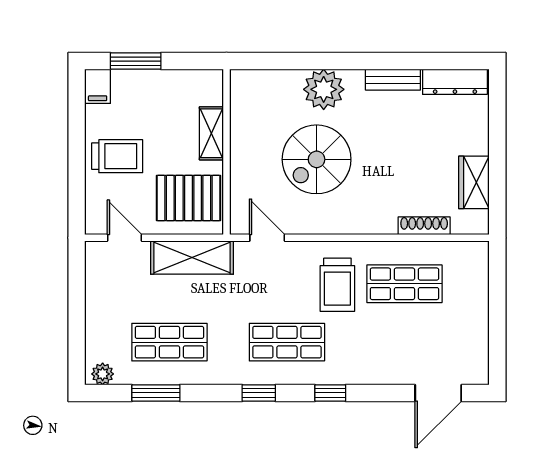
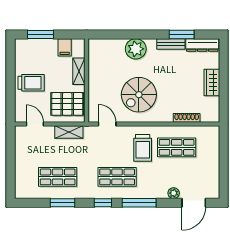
window: (414, 61) -> (182, 35), added
filing cabinet: (98, 86) -> (65, 47), moved
spiral stairs: (317, 159) -> (139, 95), moved
wardrobe: (474, 182) -> (212, 82), moved
shelving: (192, 258) -> (69, 132), width x0.67, depth x0.75
plant: (103, 374) -> (174, 193), moved
window: (156, 393) -> (63, 203), moved
window: (330, 393) -> (139, 203), width x2.17

